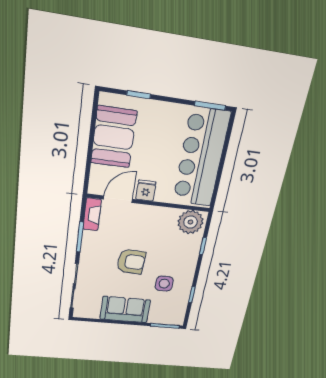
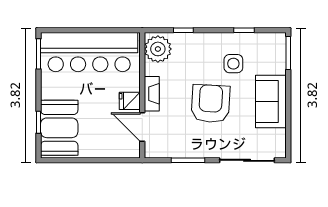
booth: (114, 137) -> (59, 128), moved, turned 90
fireplace: (92, 214) -> (152, 94), moved, turned 90
armchair: (131, 262) -> (211, 104), width x1.36, depth x1.36

